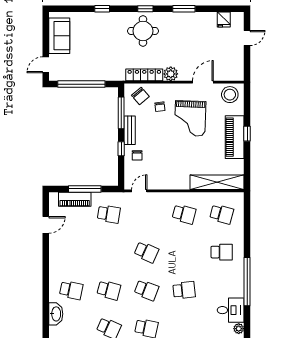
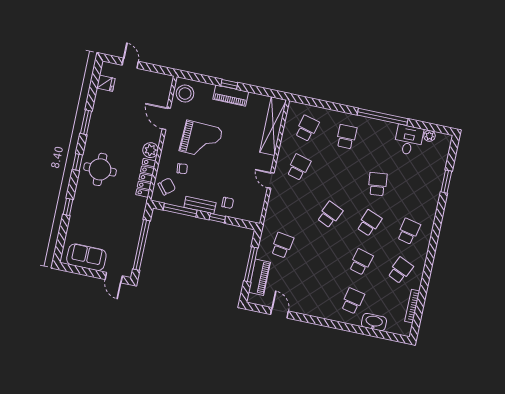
piano: (235, 137) -> (231, 96), width x0.73, depth x0.75
door: (139, 191) -> (271, 180), moved

